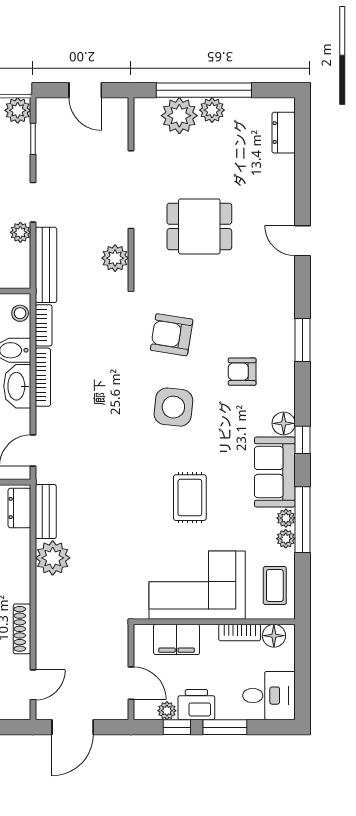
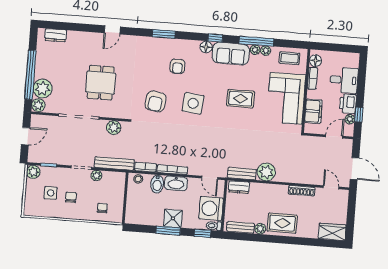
plant: (212, 110) -> (38, 105), moved
desk: (269, 696) -> (344, 80), moved, turned 90
window: (225, 727) -> (361, 90), removed

